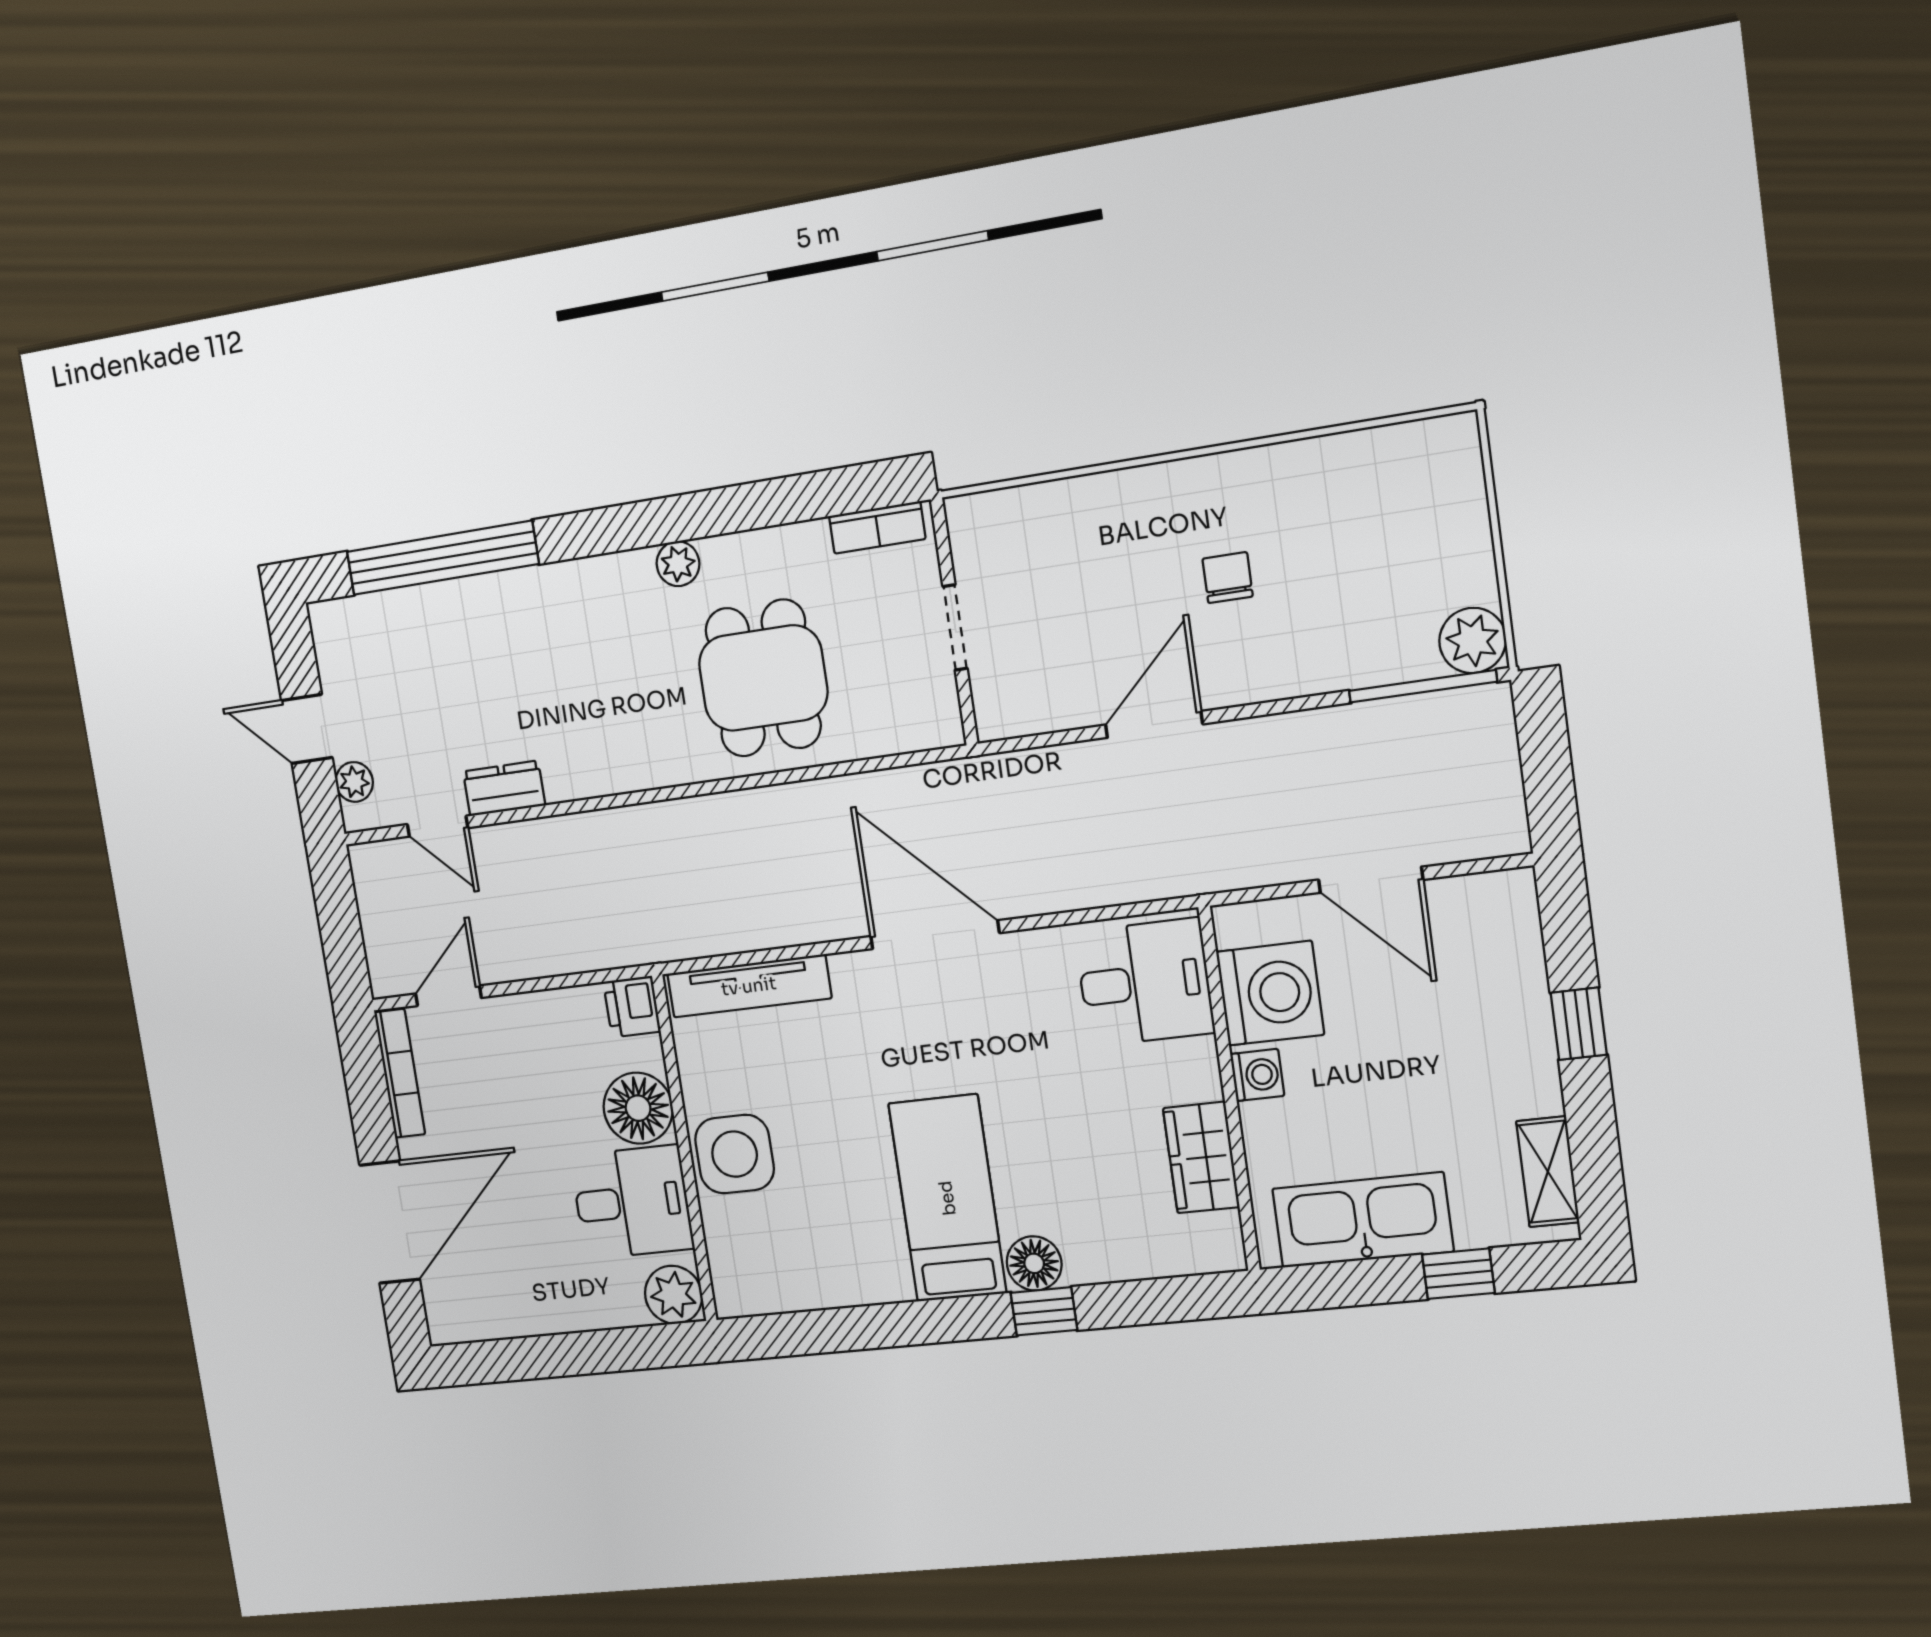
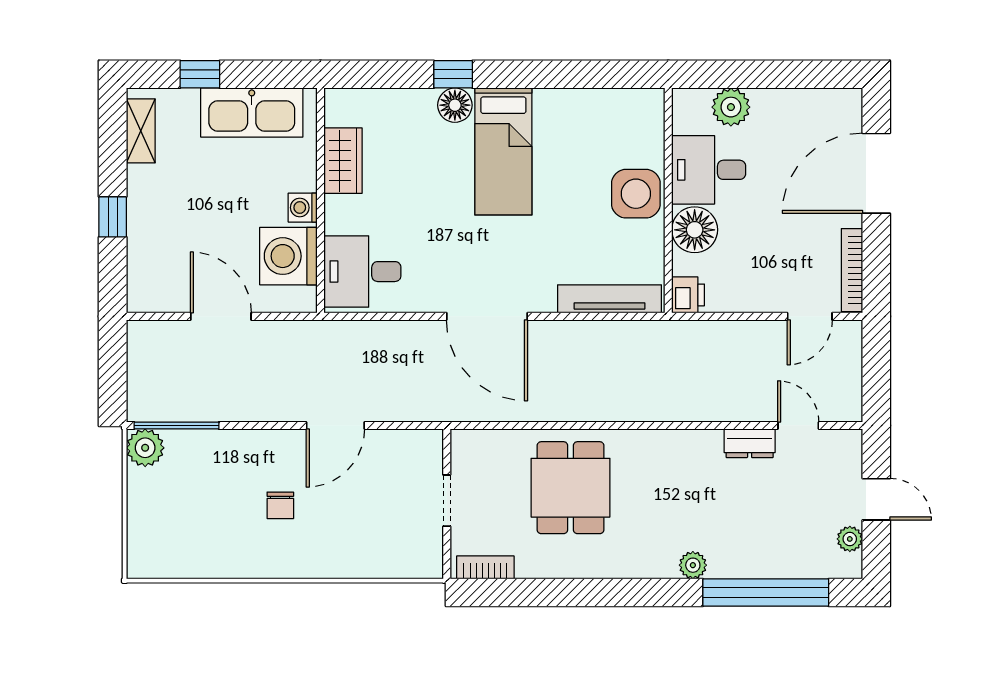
plant: (678, 564) -> (693, 565), moved
plant: (354, 782) -> (850, 539), moved
plant: (673, 1295) -> (731, 107), moved

